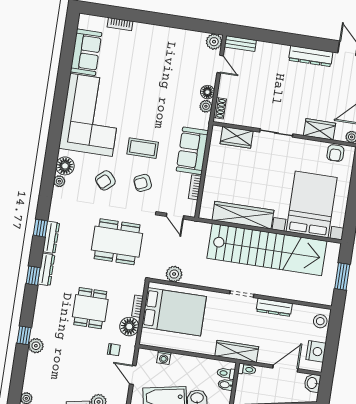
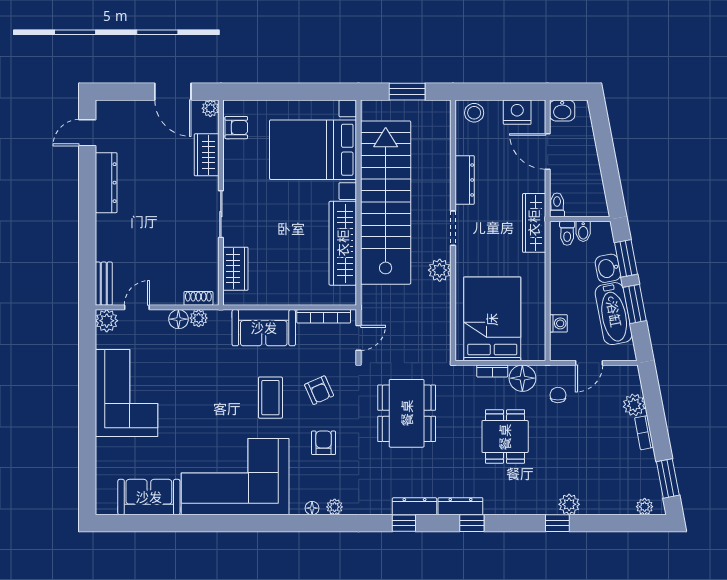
bookcase: (120, 24) -> (102, 456), removed
corner sofa: (161, 48) -> (127, 393), added
floor lamp: (65, 166) -> (312, 508), width x0.53, depth x0.53
armchair: (105, 180) -> (324, 443), turned -138
bookcase: (195, 187) -> (324, 316), width x1.56
plant: (174, 274) -> (440, 270), moved
dining table: (90, 308) -> (505, 437), turned 90

